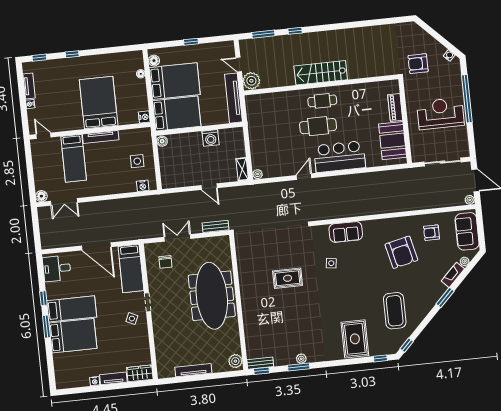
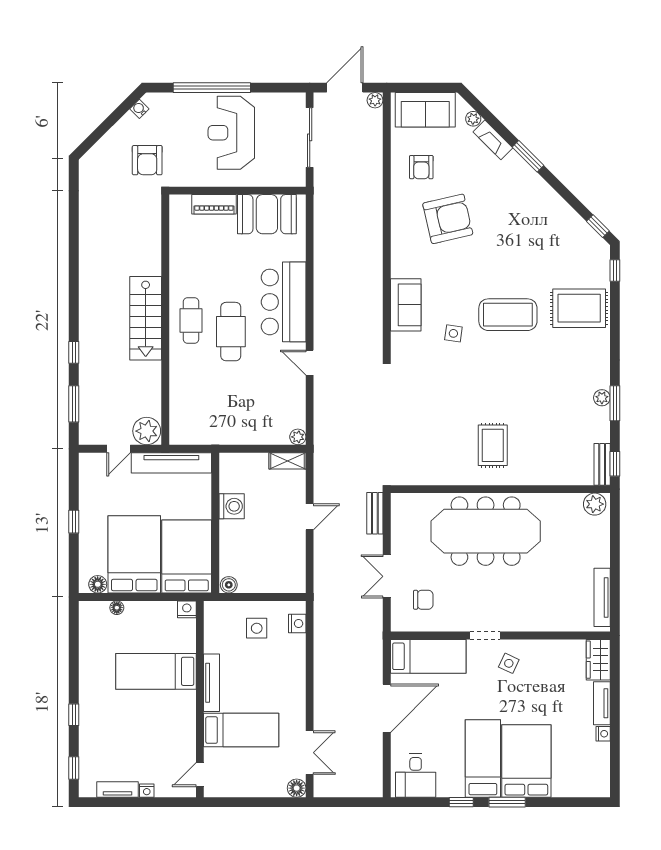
bed: (99, 103) -> (156, 671), width x0.67
rug: (288, 278) -> (493, 445), moved
coffee table: (395, 311) -> (508, 315), moved
tv unit: (193, 370) -> (602, 597), moved

